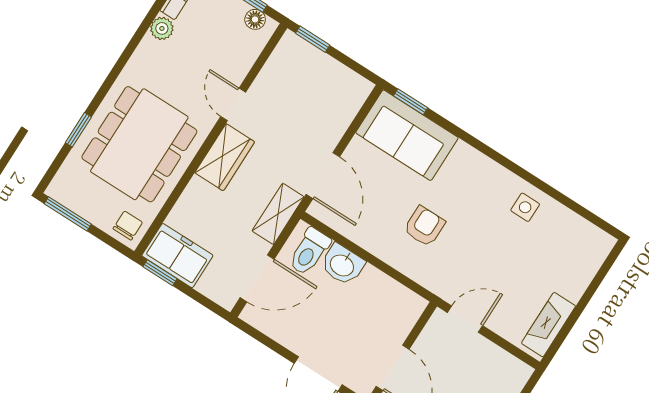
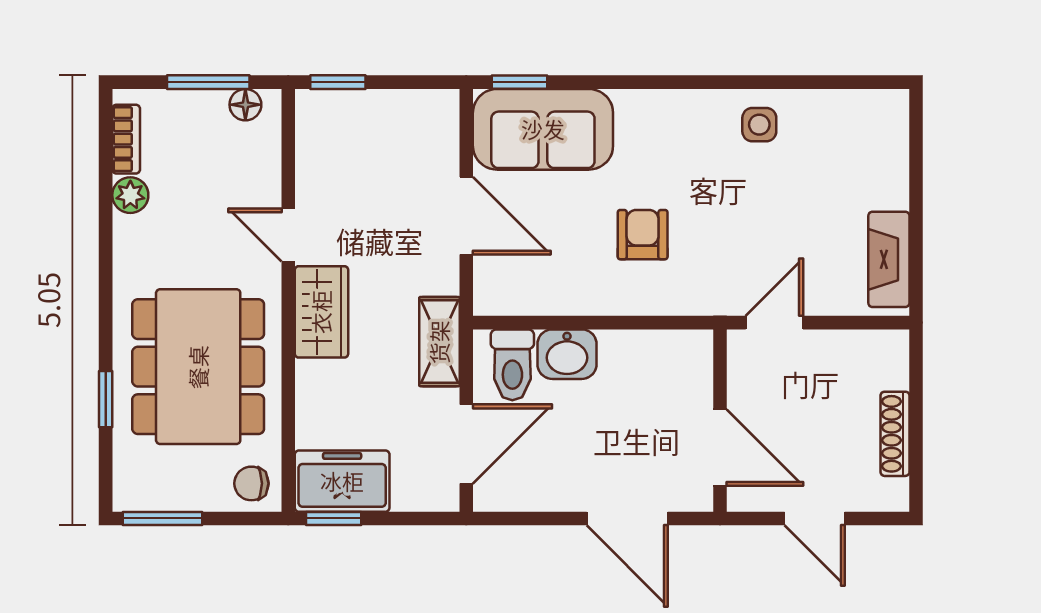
door: (323, 176) -> (466, 216), moved
chair: (128, 226) -> (251, 483), turned -90

